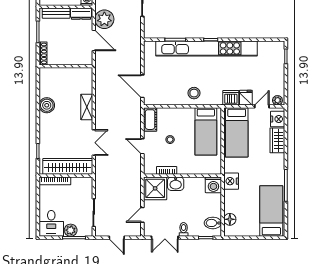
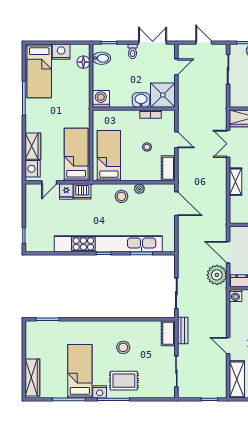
plant: (277, 100) -> (139, 189), moved
nightstand: (231, 181) -> (61, 52), moved, turned -90

